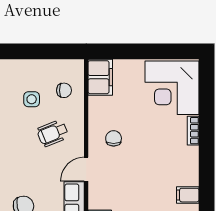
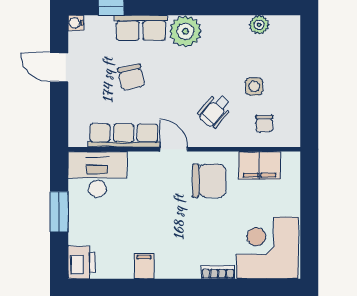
filing cabinet: (100, 77) -> (260, 165), moved
wheelchair: (53, 133) -> (215, 111), turned -117
chair: (114, 138) -> (209, 181), width x1.87, depth x1.87

